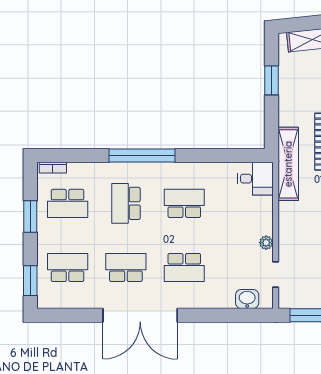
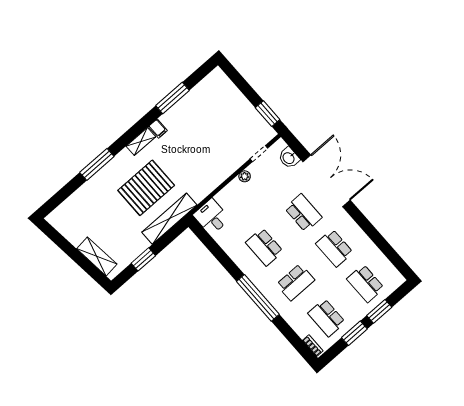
shelving: (288, 164) -> (169, 219), moved
school desk: (68, 203) -> (327, 318), turned 180
window: (30, 281) -> (379, 311), moved
double door: (140, 315) -> (327, 181), moved

